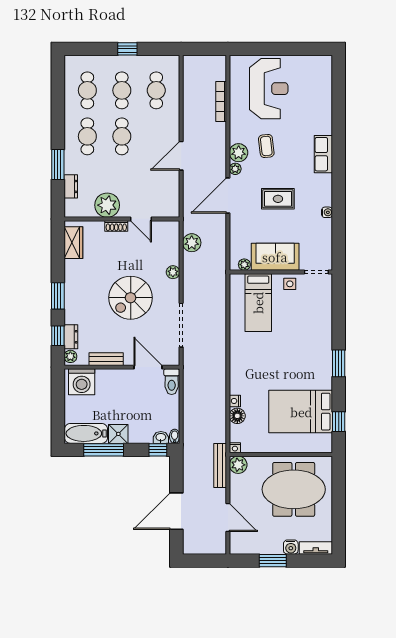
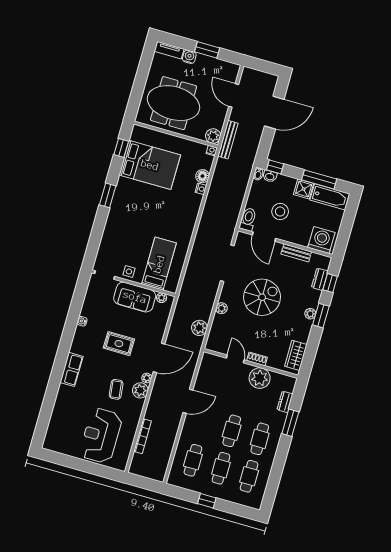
plant: (70, 356) -> (310, 314), moved
stool: (138, 401) -> (280, 212), added

